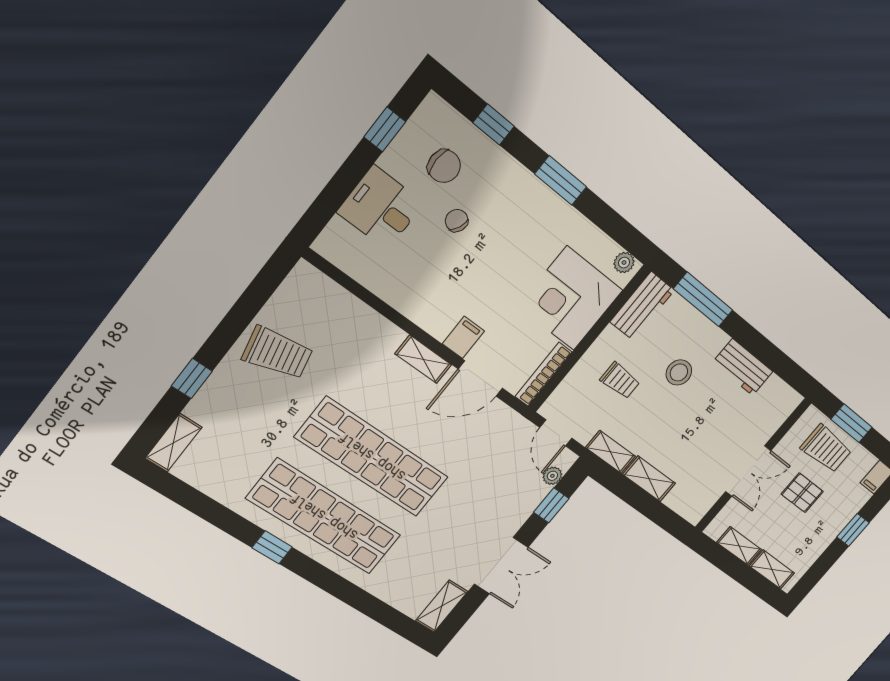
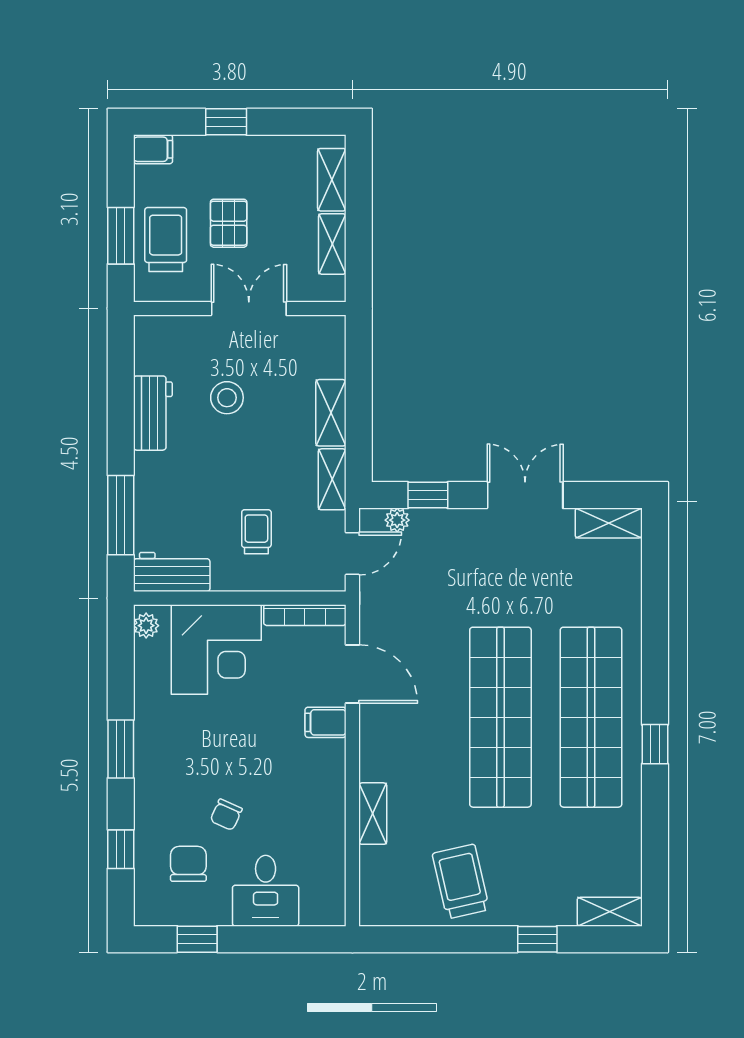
shelving: (423, 359) -> (373, 814), moved
stool: (679, 372) -> (227, 398), moved

